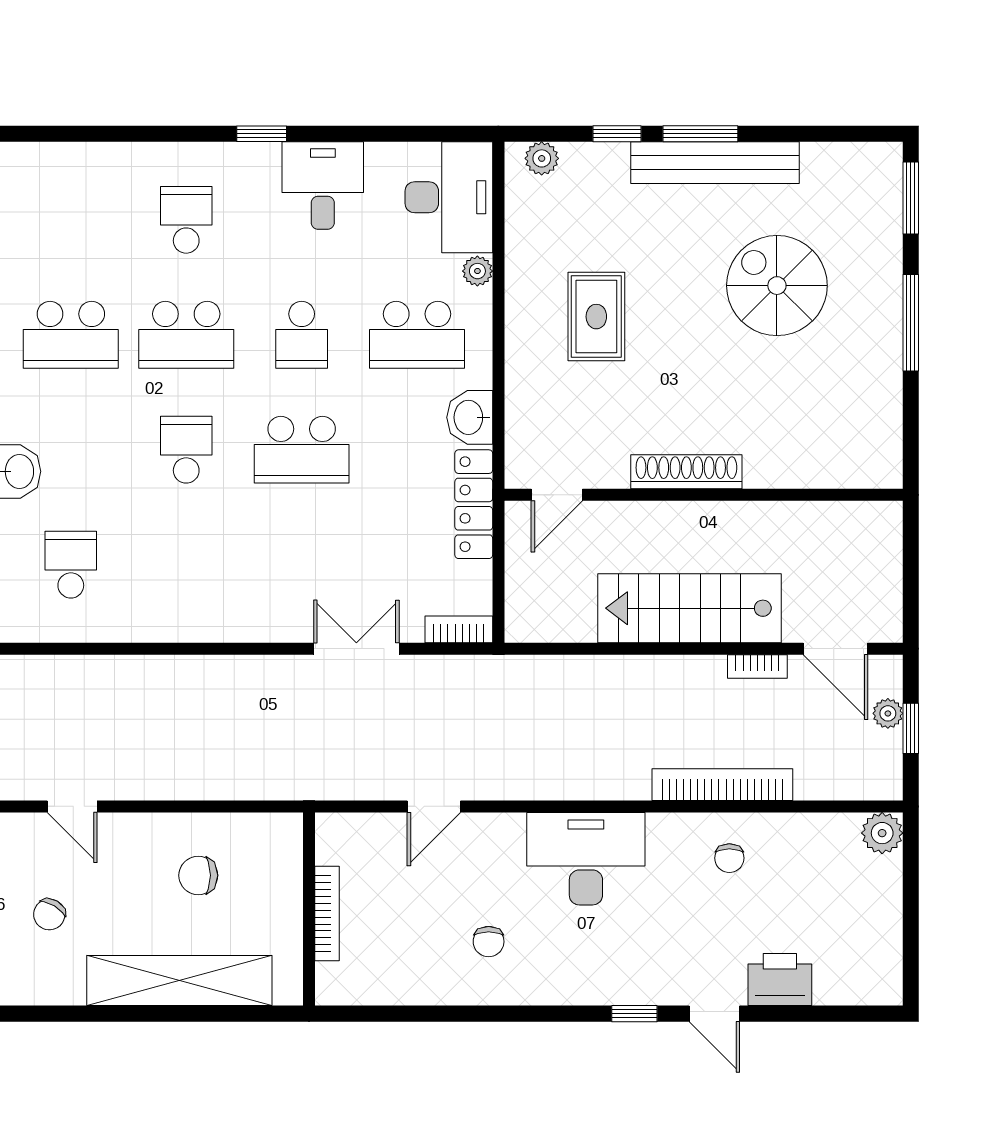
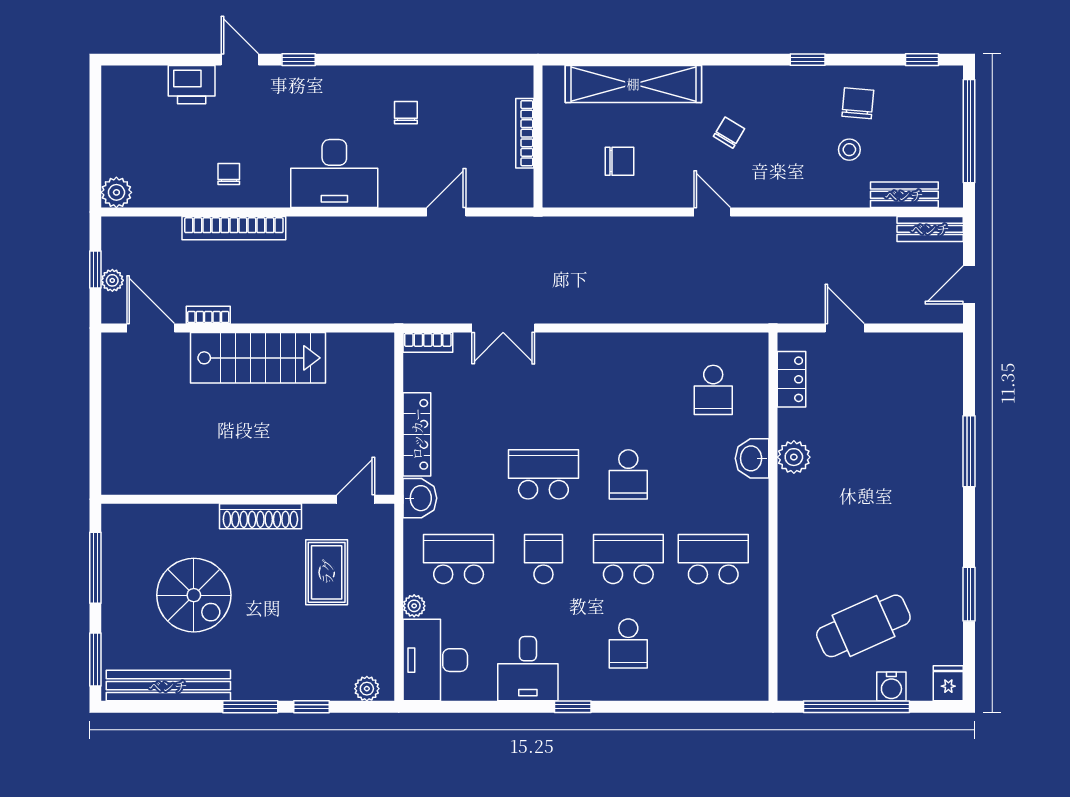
bench: (715, 163) -> (168, 686), moved
shoe rack: (686, 472) -> (260, 516), moved
door: (557, 495) -> (356, 499), moved
wall: (704, 495) -> (248, 499), moved

